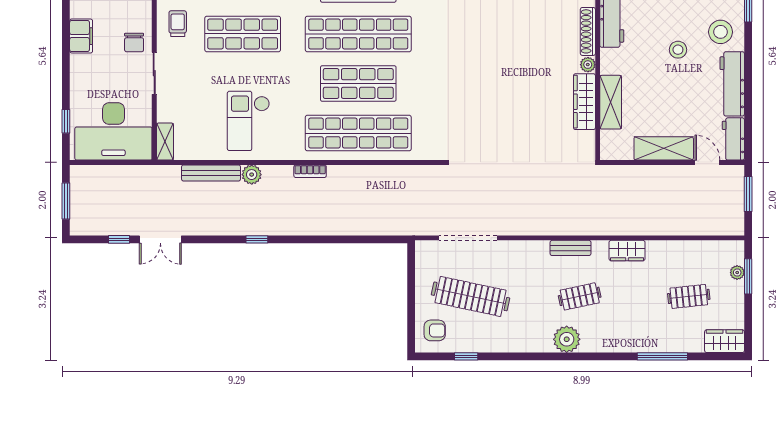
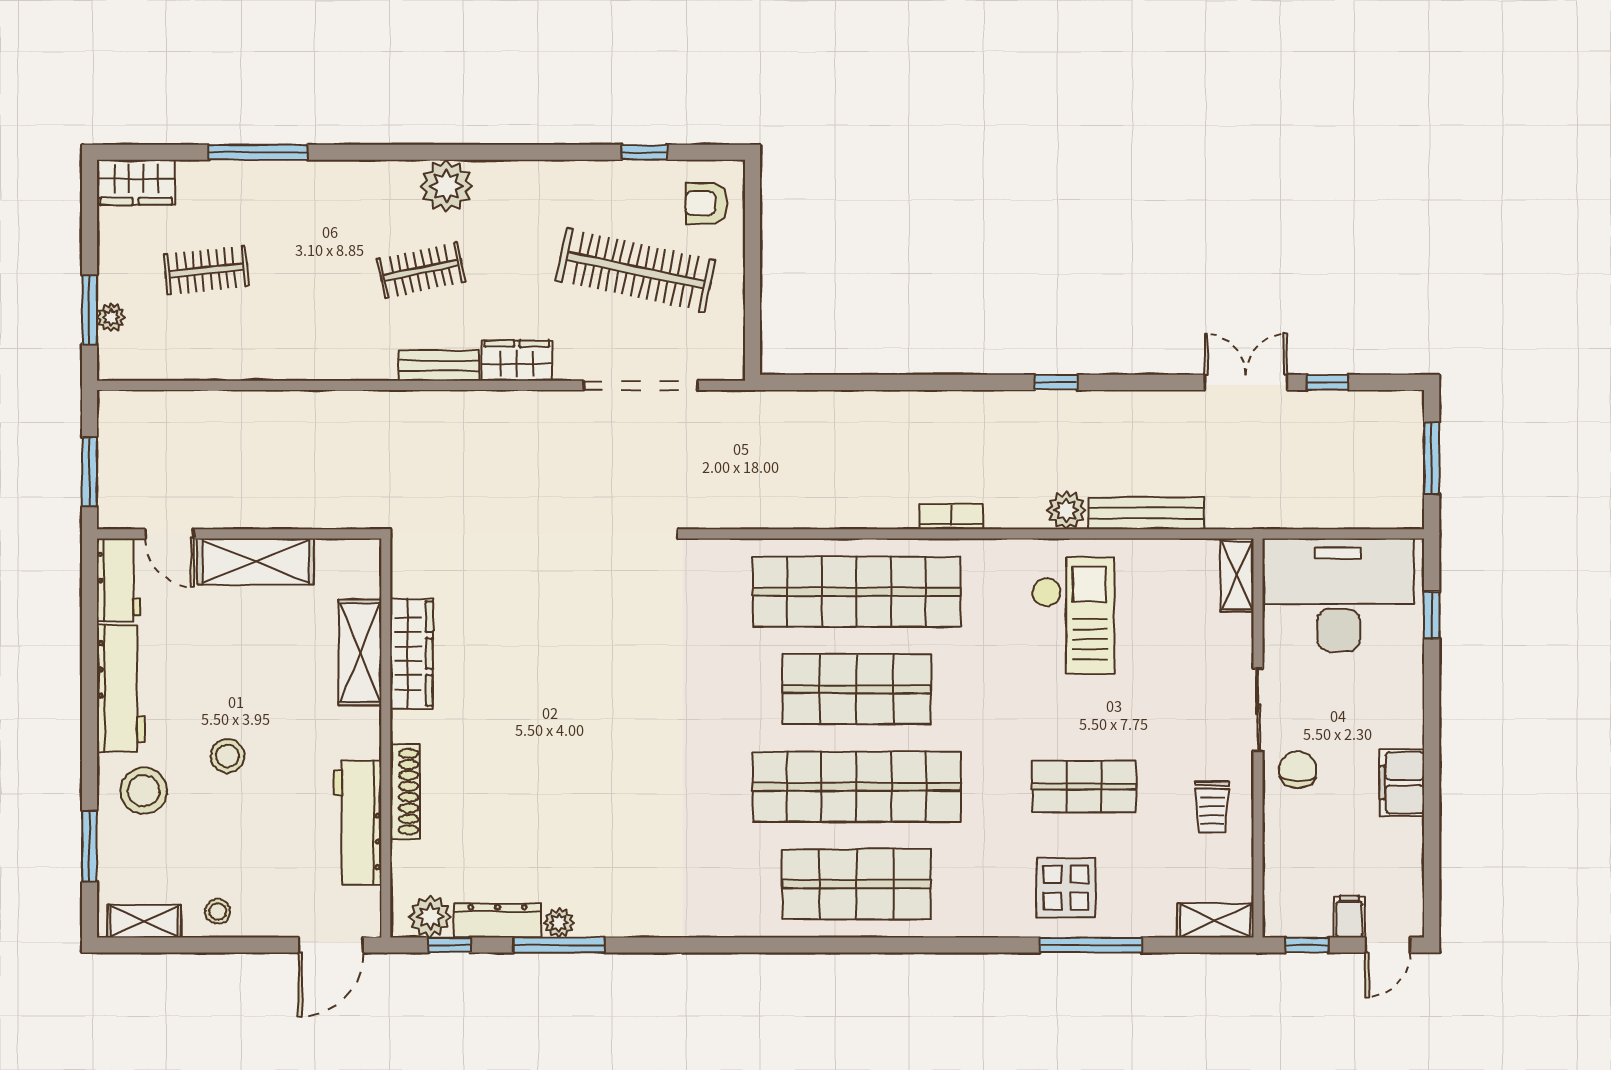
shop shelf: (243, 34) -> (1084, 787), width x0.70, depth x0.74
plant: (588, 65) -> (405, 726), removed
wardrobe: (627, 251) -> (517, 361), moved

